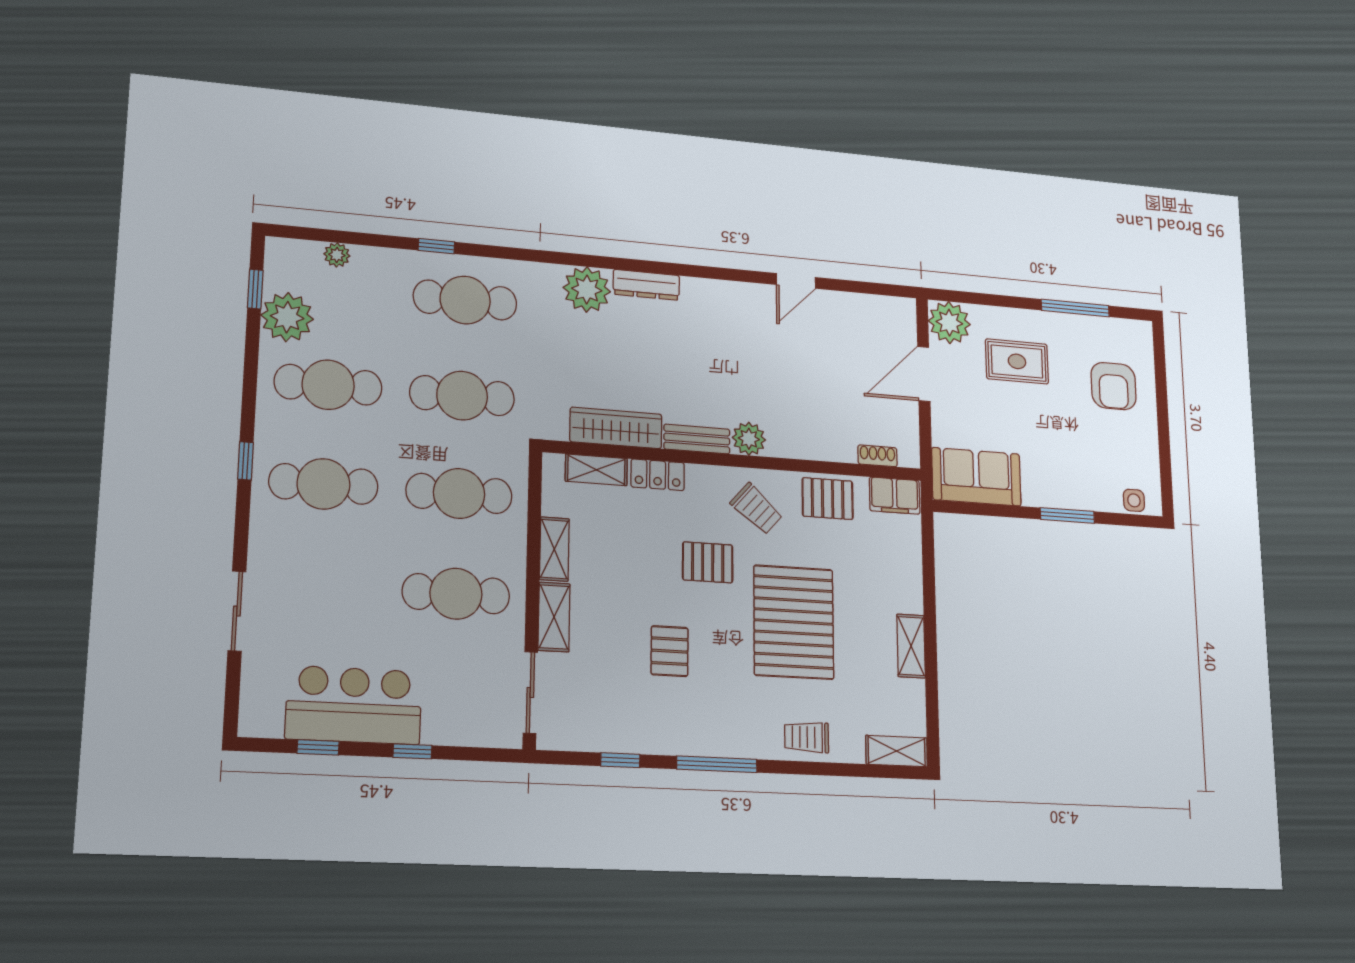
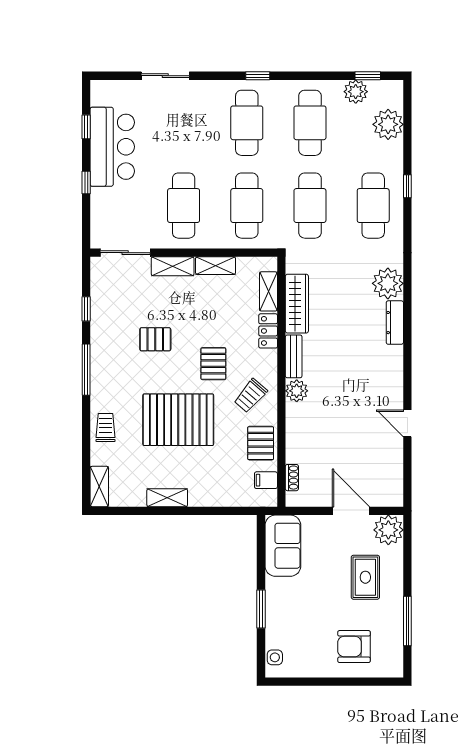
plant: (337, 255) -> (388, 124), width x1.87, depth x1.87
plant: (287, 317) -> (356, 92), width x0.73, depth x0.73
filing cabinet: (895, 496) -> (266, 480), width x0.50

